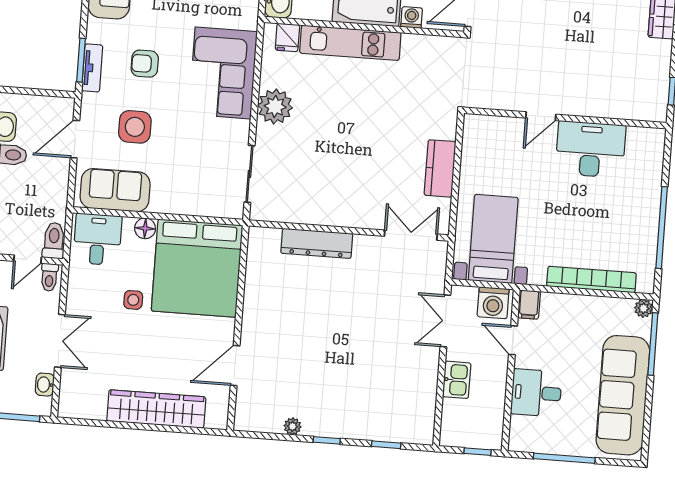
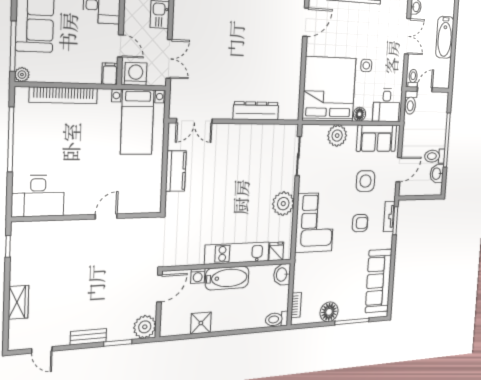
desk: (591, 149) -> (38, 196), moved
plant: (184, 199) -> (337, 136), added
double door: (60, 341) -> (407, 36), swing flipped

